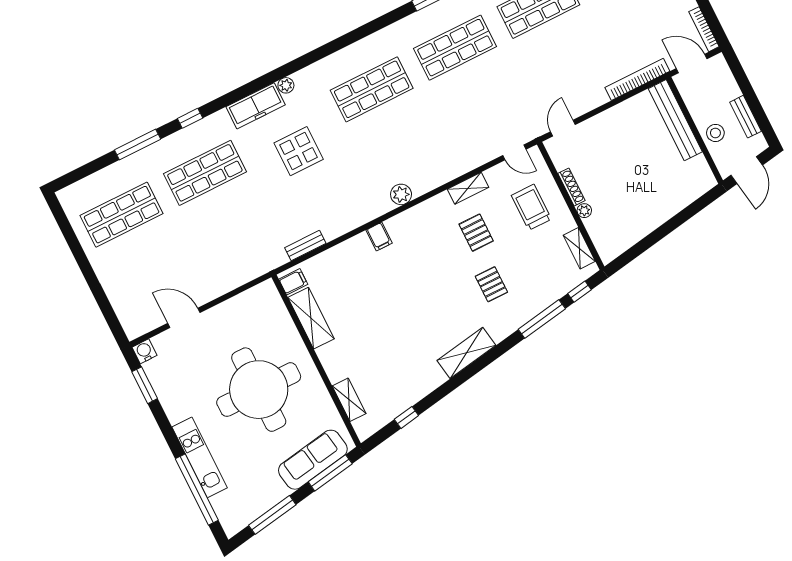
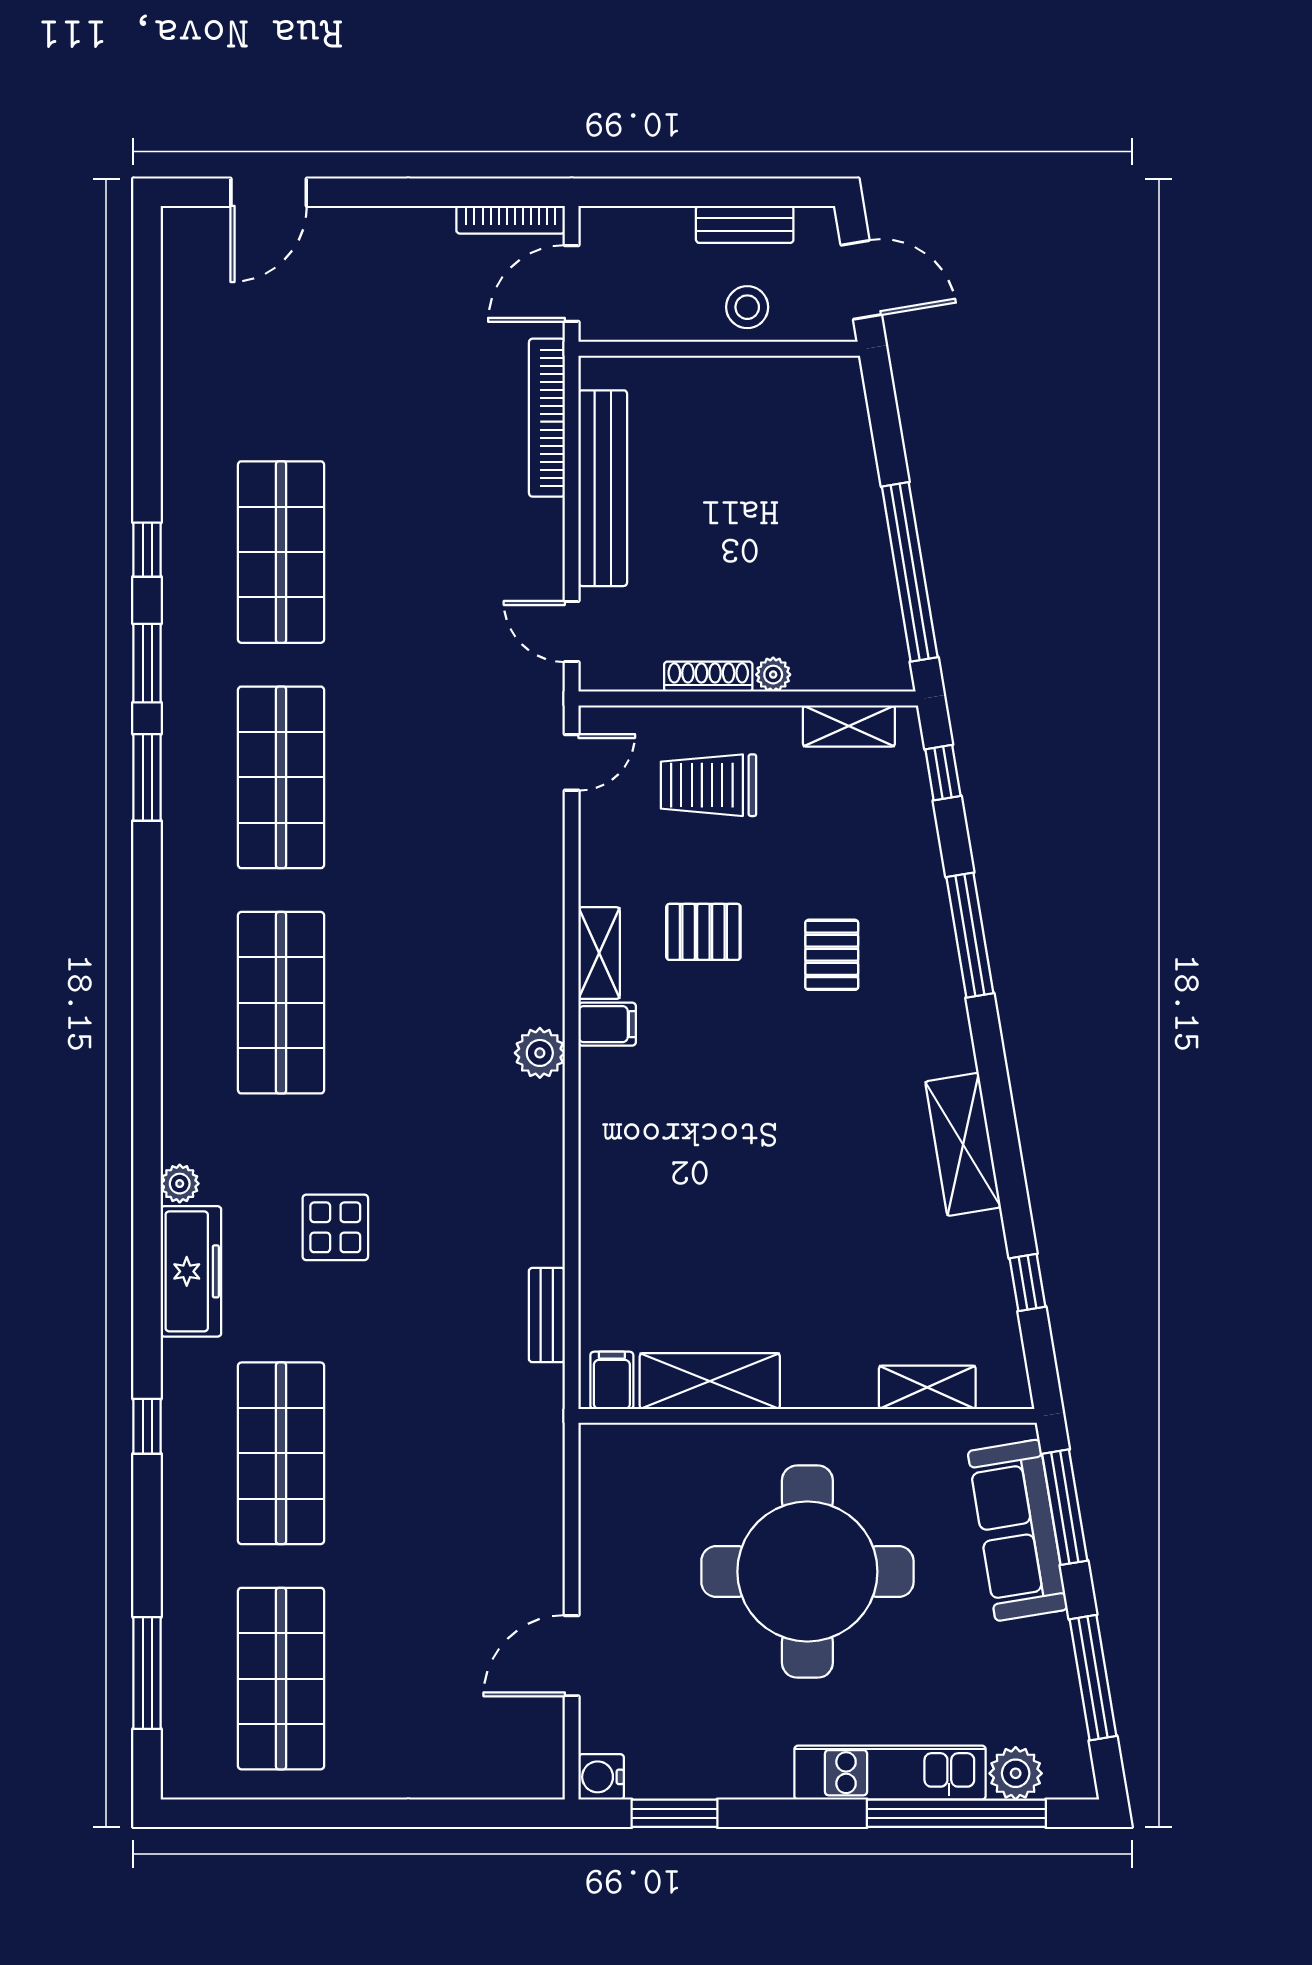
bench: (675, 120) -> (603, 488), moved, turned 90
window: (138, 145) -> (147, 1673), moved
display table: (299, 151) -> (335, 1227), width x0.73, depth x0.73
shelving: (468, 188) -> (599, 953), moved
filing cabinet: (379, 237) -> (607, 1024), moved
window: (648, 242) -> (910, 572), added
pallet: (491, 284) -> (832, 955), turned 90
window: (542, 319) -> (970, 935), moved
shelving: (466, 353) -> (963, 1144), moved
plant: (223, 504) -> (1016, 1773), added

